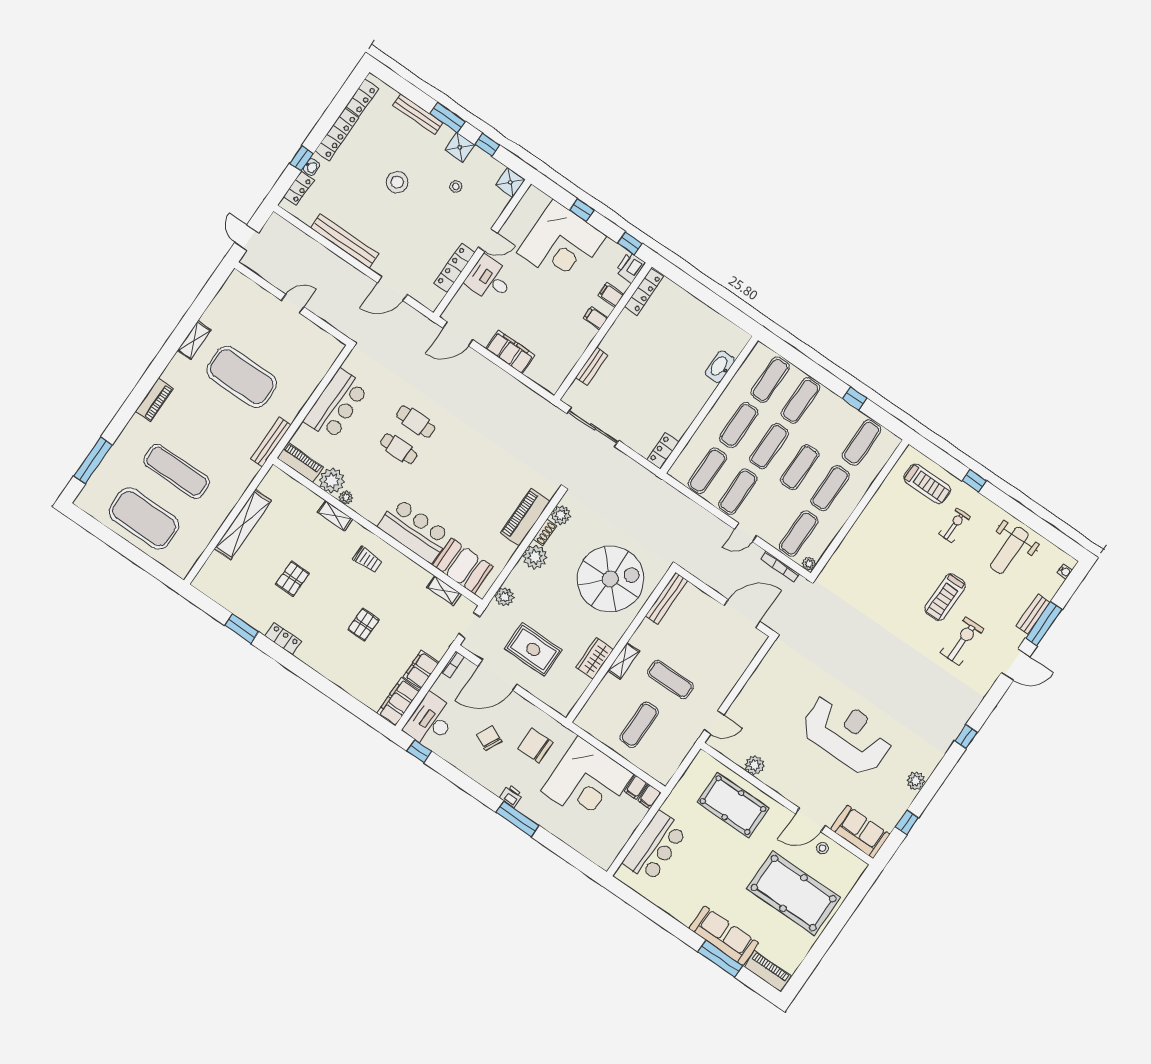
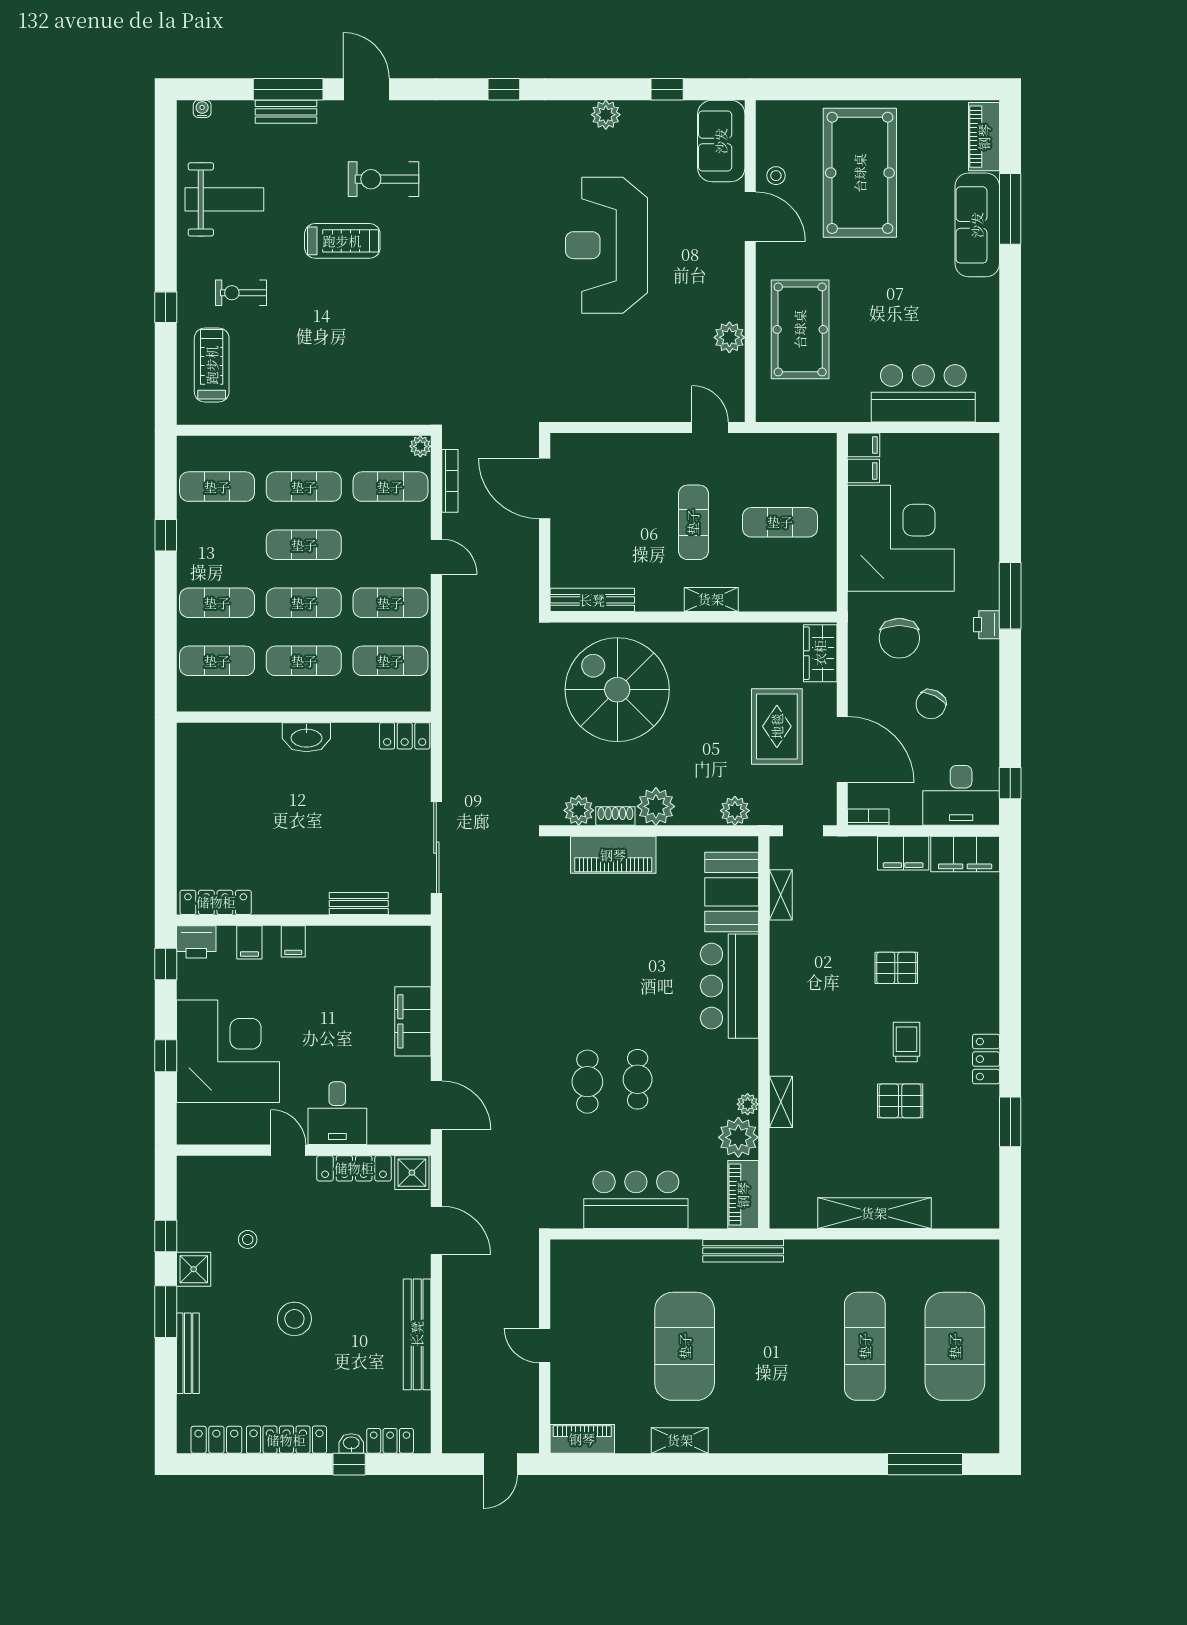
shower: (510, 182) -> (412, 1173), moved
washbasin: (720, 367) -> (306, 737), moved
piano: (154, 400) -> (582, 1439), moved
trolley: (367, 560) -> (907, 1042), moved
wardrobe: (595, 658) -> (820, 653), moved, turned 90

